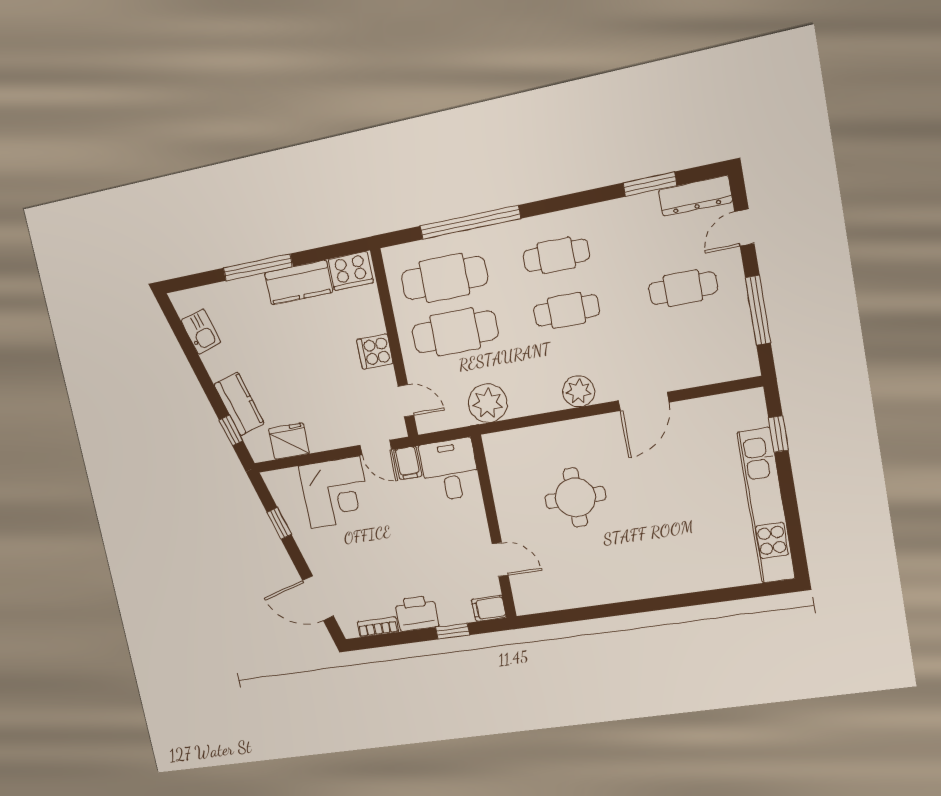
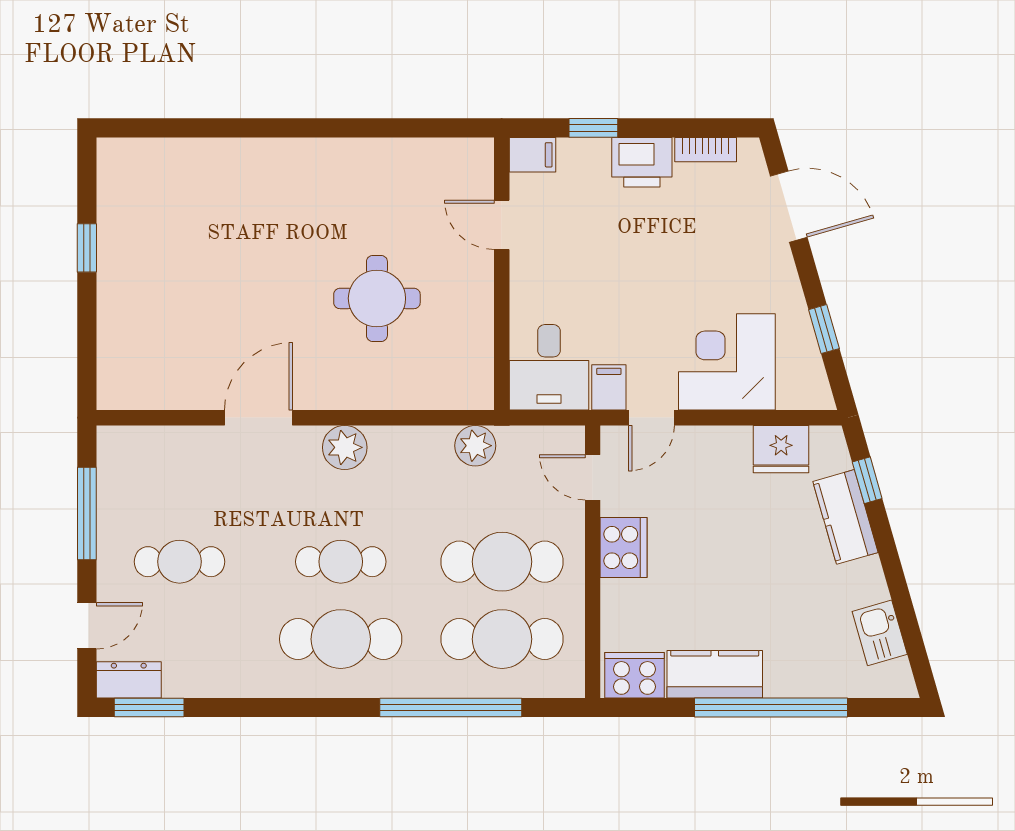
window: (650, 184) -> (149, 708), moved
dresser: (695, 196) -> (129, 680), width x0.70
cafe table: (556, 255) -> (341, 639), width x1.37, depth x1.35
window: (258, 267) -> (771, 708), width x1.46
cooker: (375, 352) -> (624, 547), width x1.36
plant: (488, 403) -> (475, 446), width x0.73, depth x0.73
window: (778, 434) -> (87, 248), moved
door: (376, 447) -> (651, 418), swing flipped
kitchen unit: (766, 506) -> (119, 246), removed

